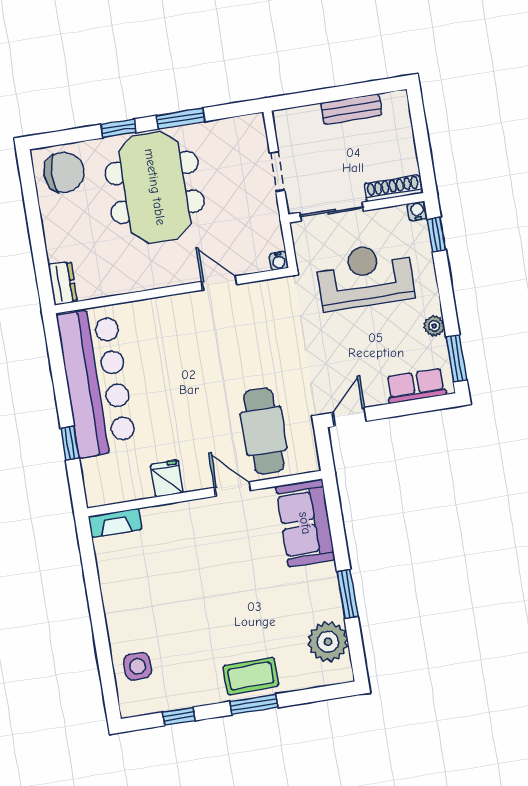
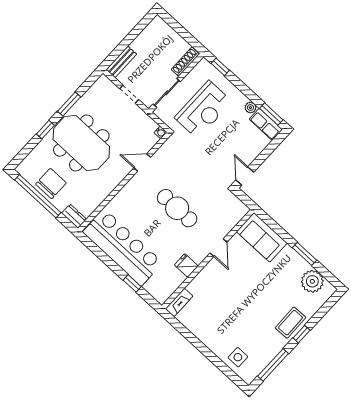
bench: (351, 109) -> (121, 62), moved
chair: (64, 172) -> (51, 183), moved
water cooler: (417, 211) -> (204, 63), removed
window: (33, 214) -> (38, 196), added
reception desk: (365, 276) -> (203, 110), turned 180
row of seats: (416, 386) -> (266, 124), moved, turned -90
cafe table: (264, 431) -> (177, 208), moved
door: (232, 489) -> (219, 248), swing flipped
window: (254, 704) -> (302, 334), width x0.67
window: (179, 716) -> (273, 365), width x2.17

